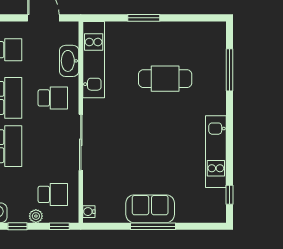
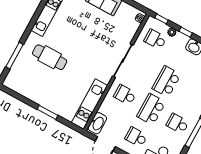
washbasin: (69, 61) -> (97, 123), moved
cafe table: (165, 79) -> (50, 57), moved

